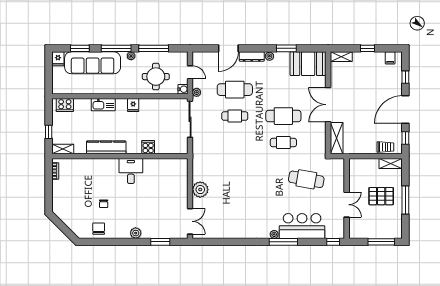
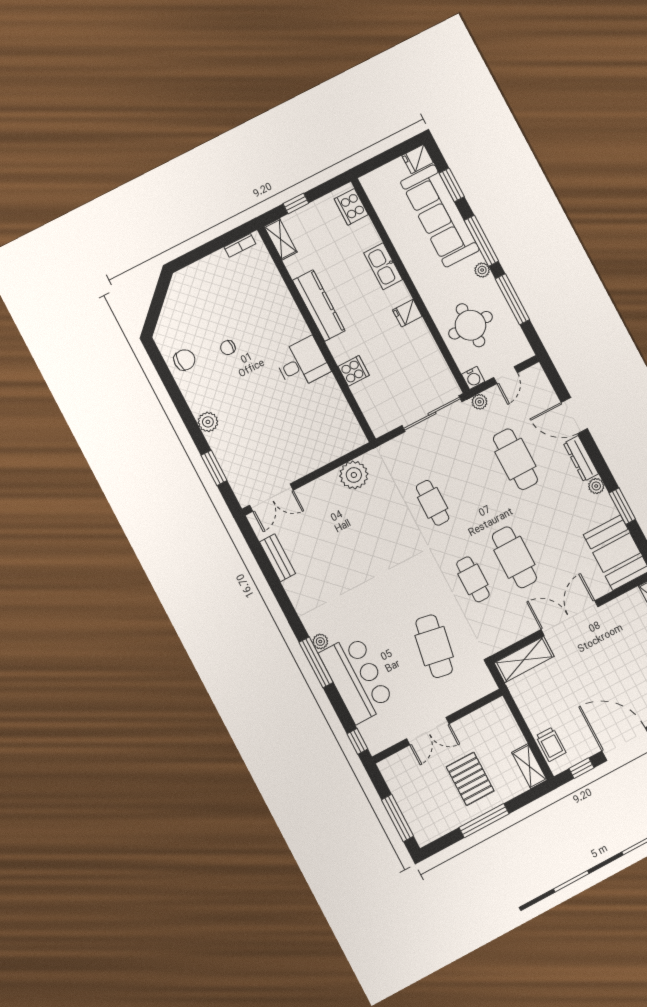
cafe table: (235, 116) -> (433, 503), moved
plant: (200, 190) -> (354, 475), moved
bench: (221, 234) -> (278, 558), added

